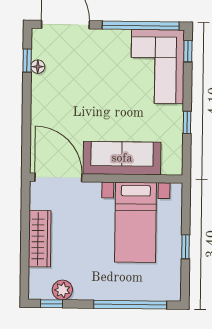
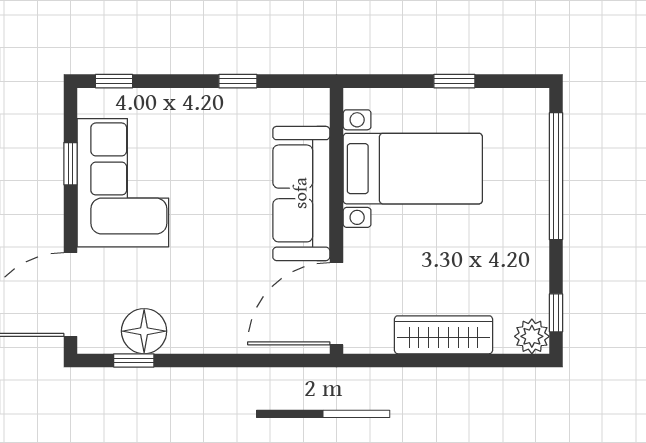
window: (141, 26) -> (71, 164), width x0.32
corner sofa: (158, 66) -> (123, 183), moved, turned -90
floor lamp: (38, 67) -> (144, 331), width x1.89, depth x1.89
plant: (62, 290) -> (532, 336), moved

